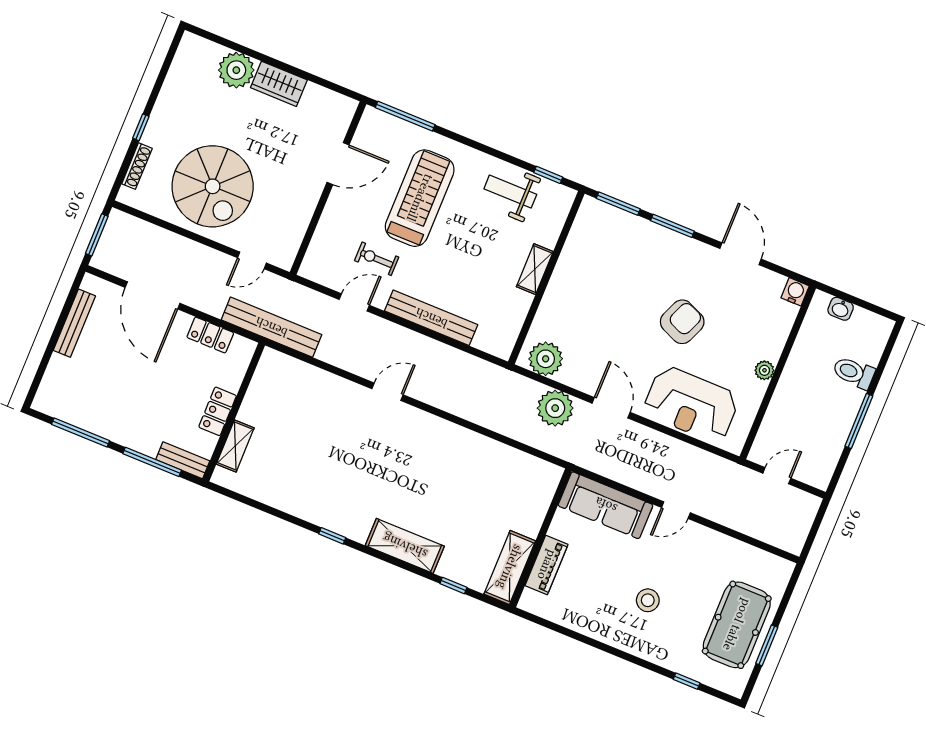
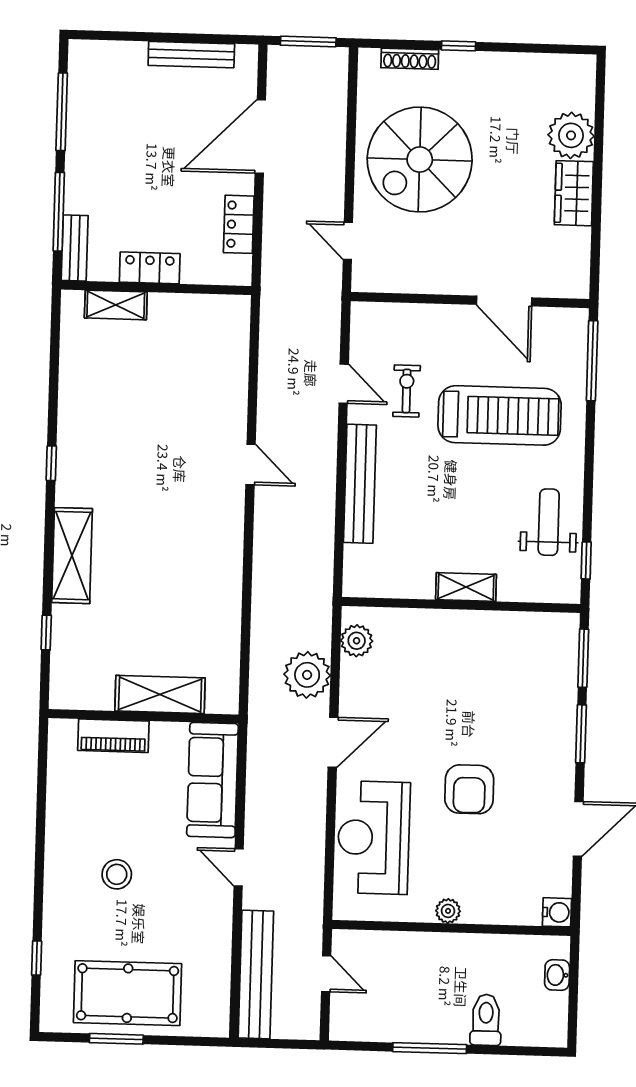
armchair: (682, 322) -> (469, 789), turned 67
bench: (271, 327) -> (256, 975), moved
plant: (546, 359) -> (357, 641), width x0.73, depth x0.73
shelving: (510, 567) -> (160, 694), moved

